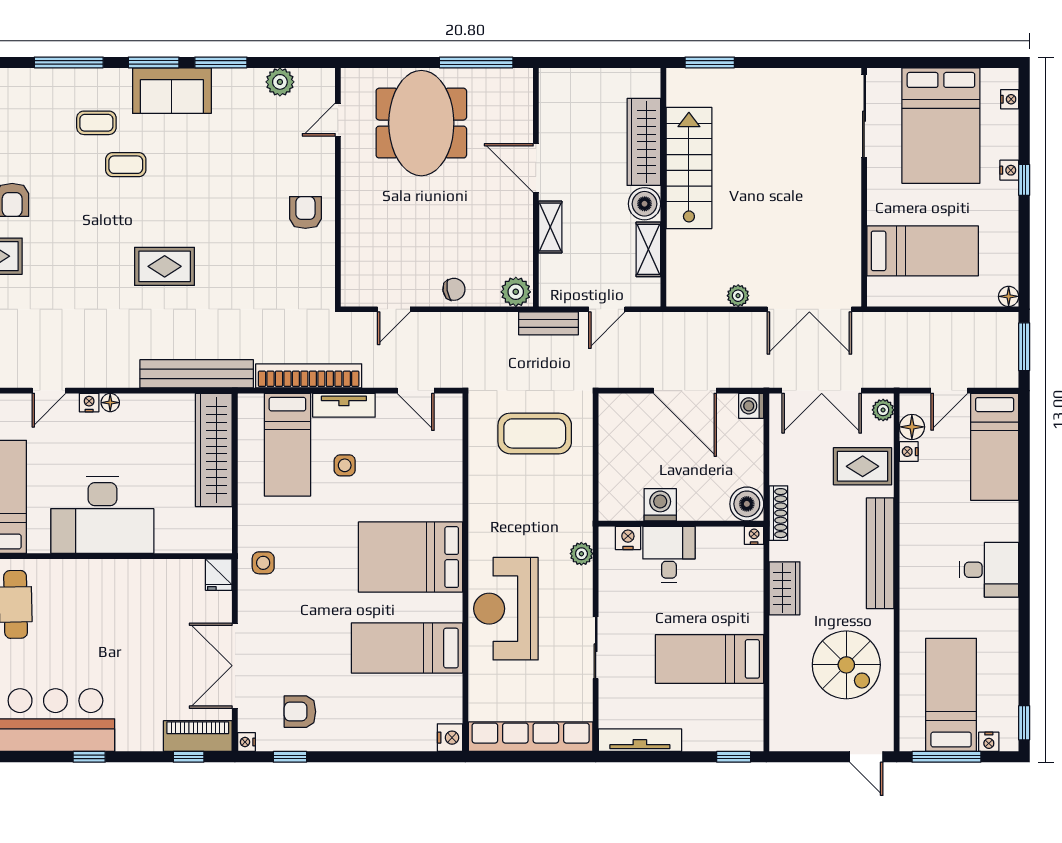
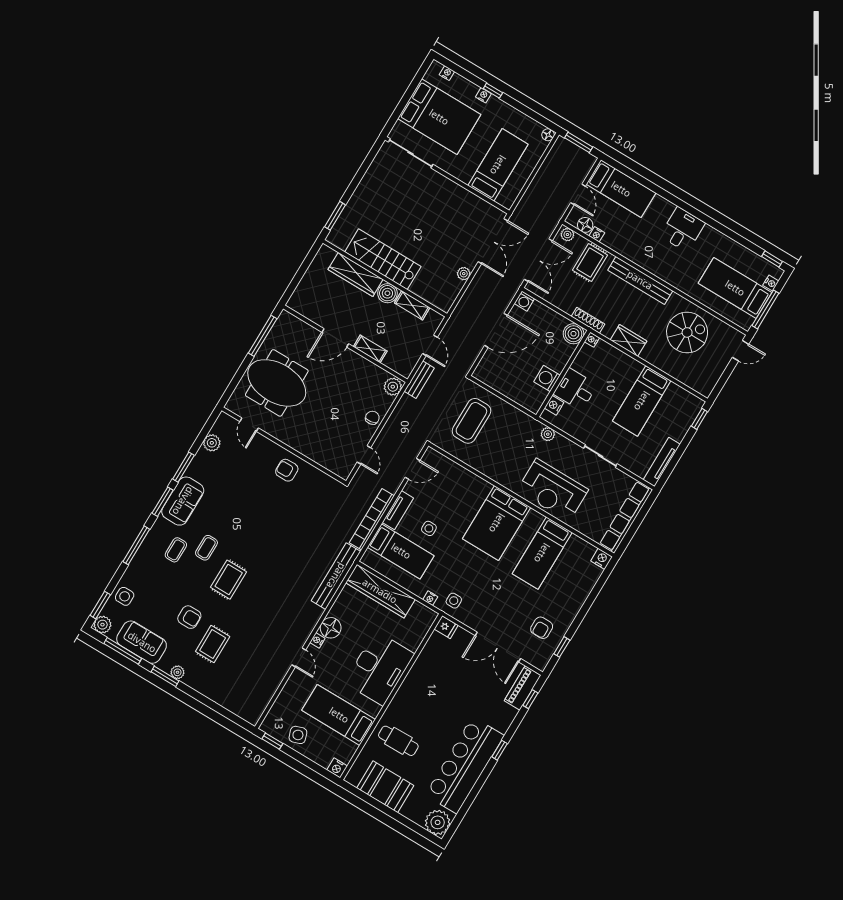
rug: (165, 266) -> (229, 580), moved
floor lamp: (110, 403) -> (331, 628), width x1.89, depth x1.89
nightstand: (246, 742) -> (430, 598), moved

